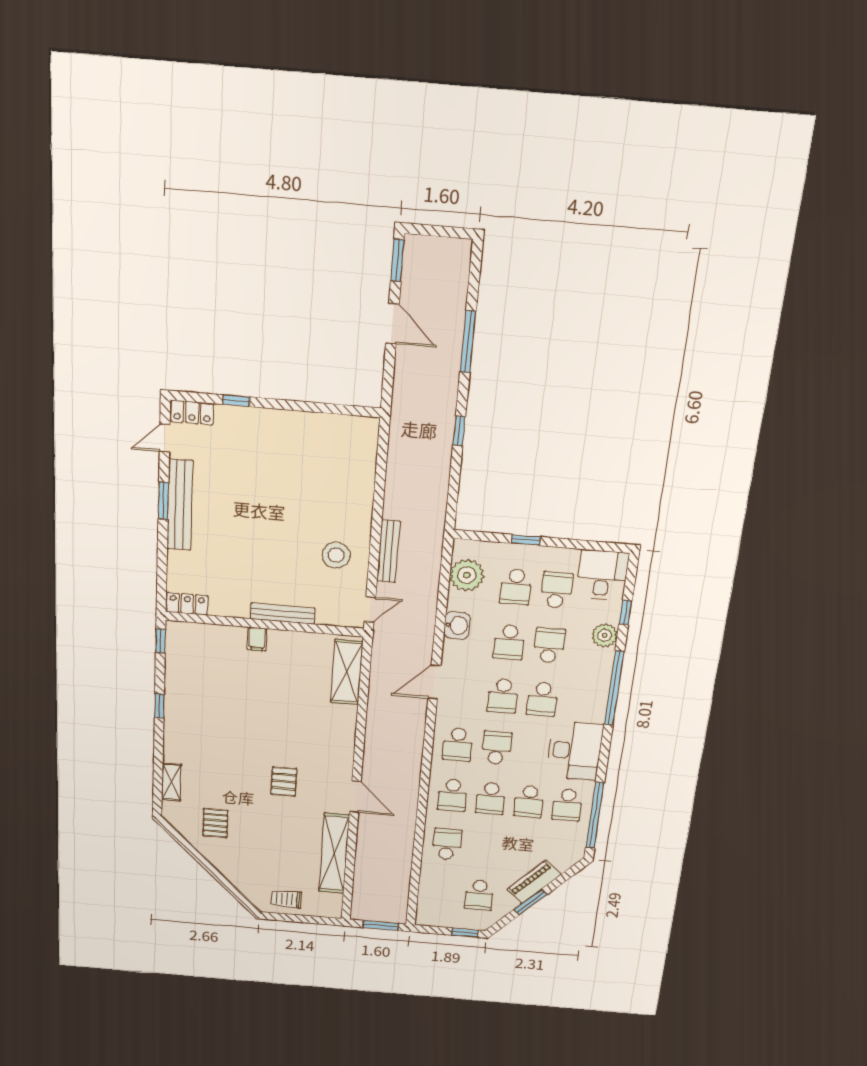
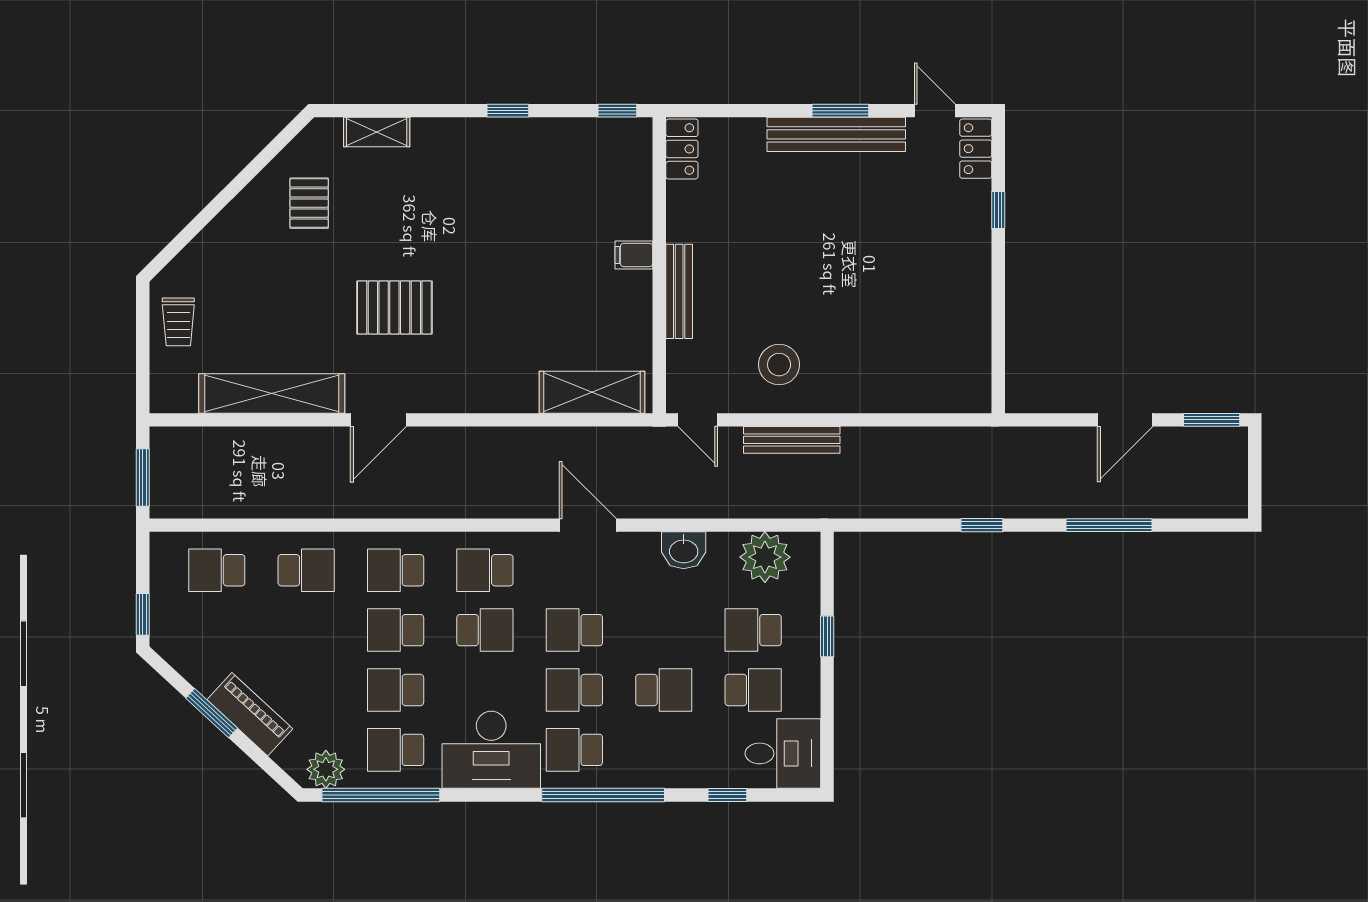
plant: (605, 635) -> (326, 769), moved
school desk: (509, 642) -> (574, 750), moved
pallet: (284, 782) -> (394, 307), width x1.50, depth x1.42
pallet: (215, 823) -> (309, 203), turned 90
school desk: (479, 895) -> (217, 570), moved
trolley: (286, 899) -> (178, 322), turned 180

